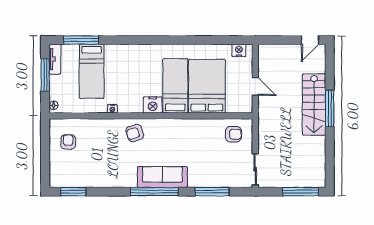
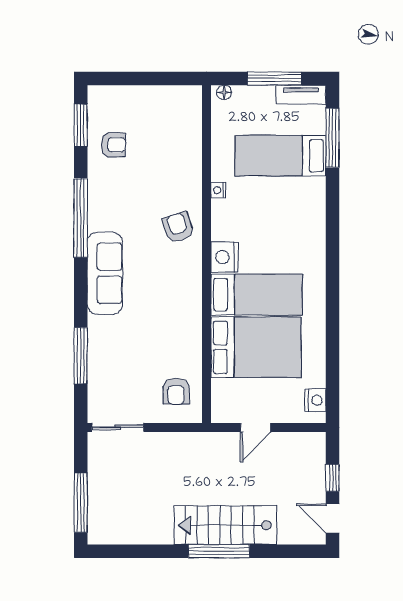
window: (286, 40) -> (332, 478), added
armchair: (68, 142) -> (113, 145), moved
window: (154, 192) -> (81, 218), moved

